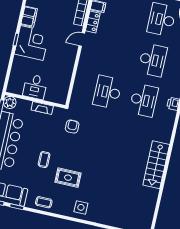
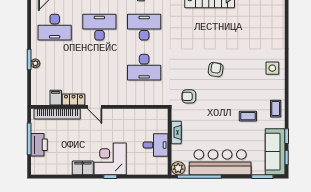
armchair: (91, 156) -> (216, 70), added
coffee table: (44, 160) -> (248, 116), moved
rug: (68, 178) -> (244, 89), removed

